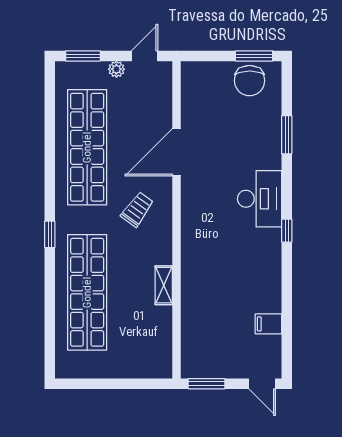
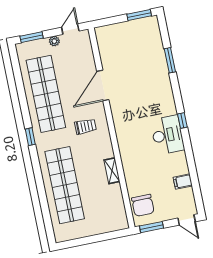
chair: (250, 81) -> (143, 205), moved
desk: (260, 199) -> (167, 135), moved
trolley: (137, 209) -> (85, 126), turned 54
window: (50, 234) -> (30, 137), moved

